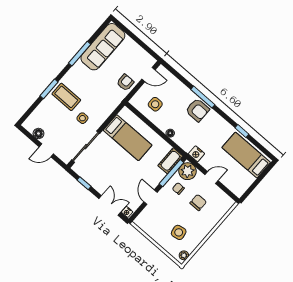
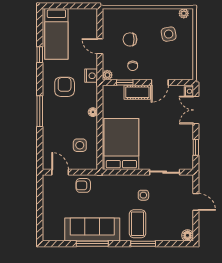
sofa: (103, 47) -> (92, 230), moved
armchair: (197, 110) -> (65, 87), moved
floor lamp: (38, 133) -> (188, 235), moved
bed: (128, 138) -> (121, 144), width x1.50
sliding door: (86, 147) -> (165, 172), width x0.73
cot: (170, 161) -> (137, 92), moved
plant: (188, 171) -> (107, 75), width x0.53, depth x0.53
window: (171, 173) -> (125, 83), width x0.46

